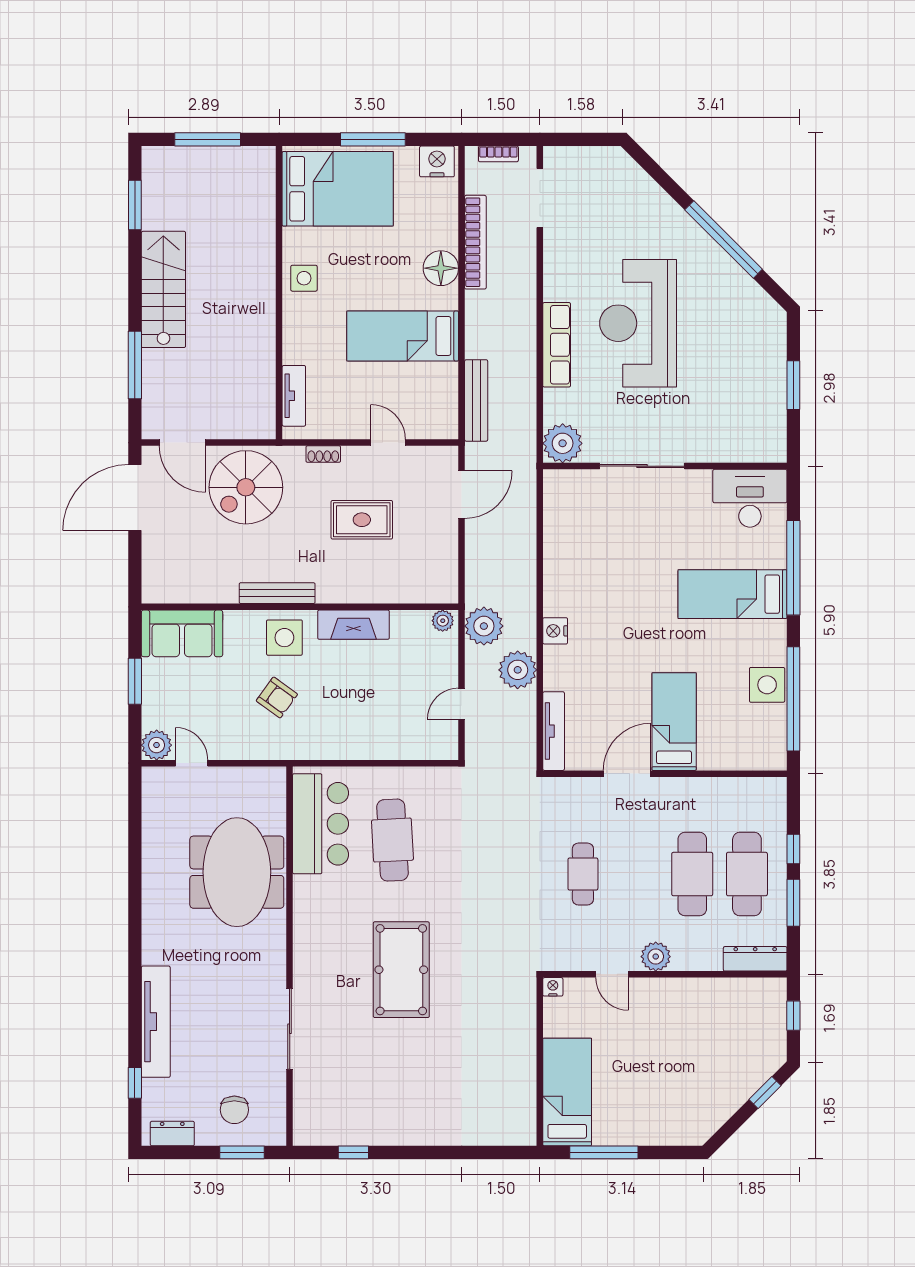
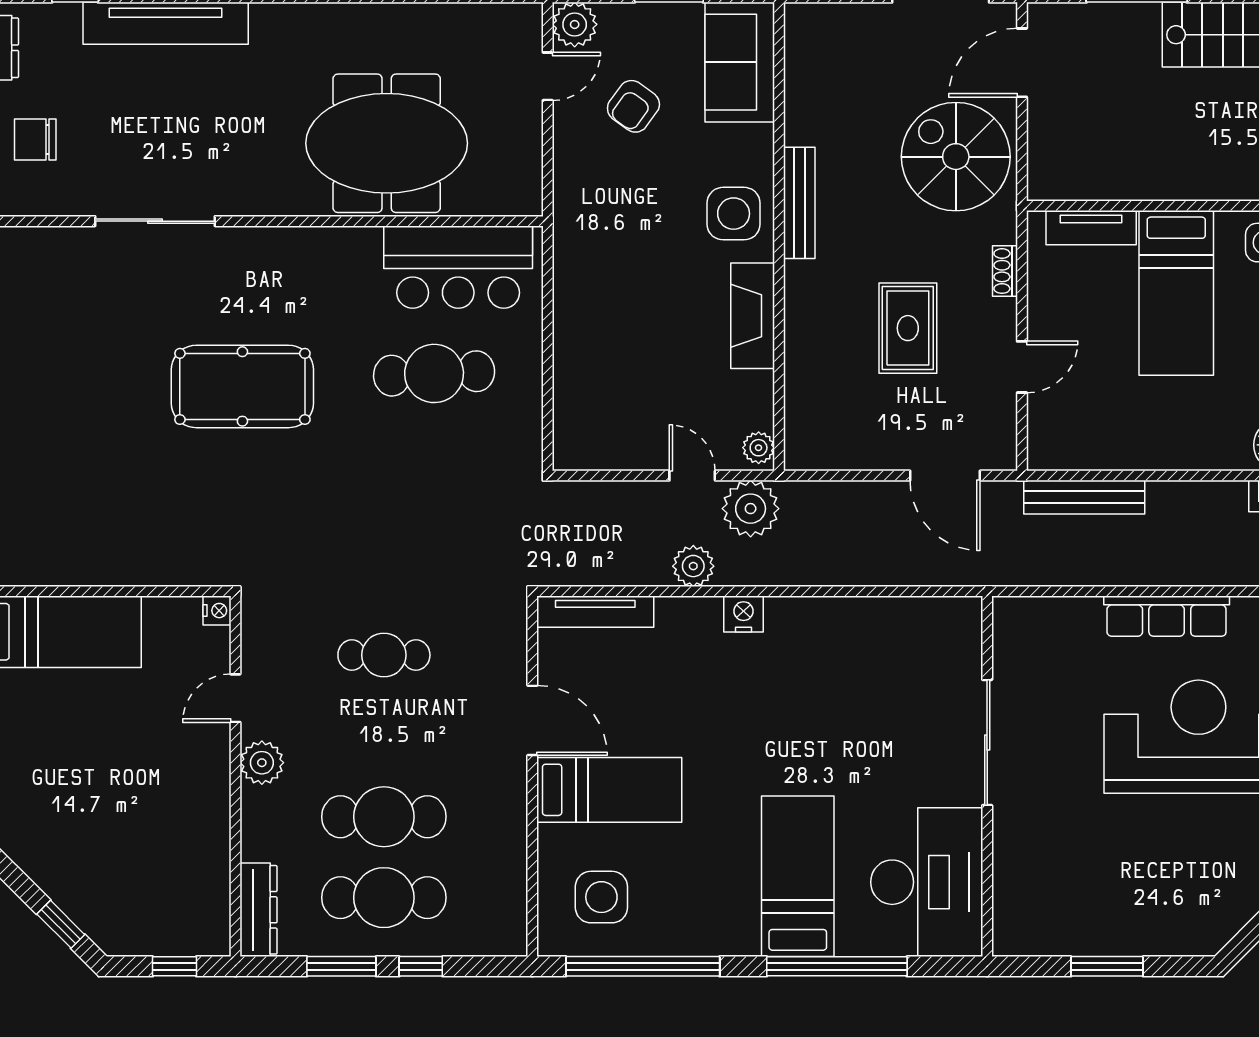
bed: (403, 336) -> (1176, 293), moved, turned 180
plant: (563, 443) -> (1021, 625), removed
desk: (750, 498) -> (927, 882), width x1.36, depth x1.30
plant: (518, 670) -> (693, 566), width x0.73, depth x0.73
side table: (767, 685) -> (601, 897), moved
armchair: (277, 697) -> (633, 106), moved
door: (462, 704) -> (692, 476), moved

